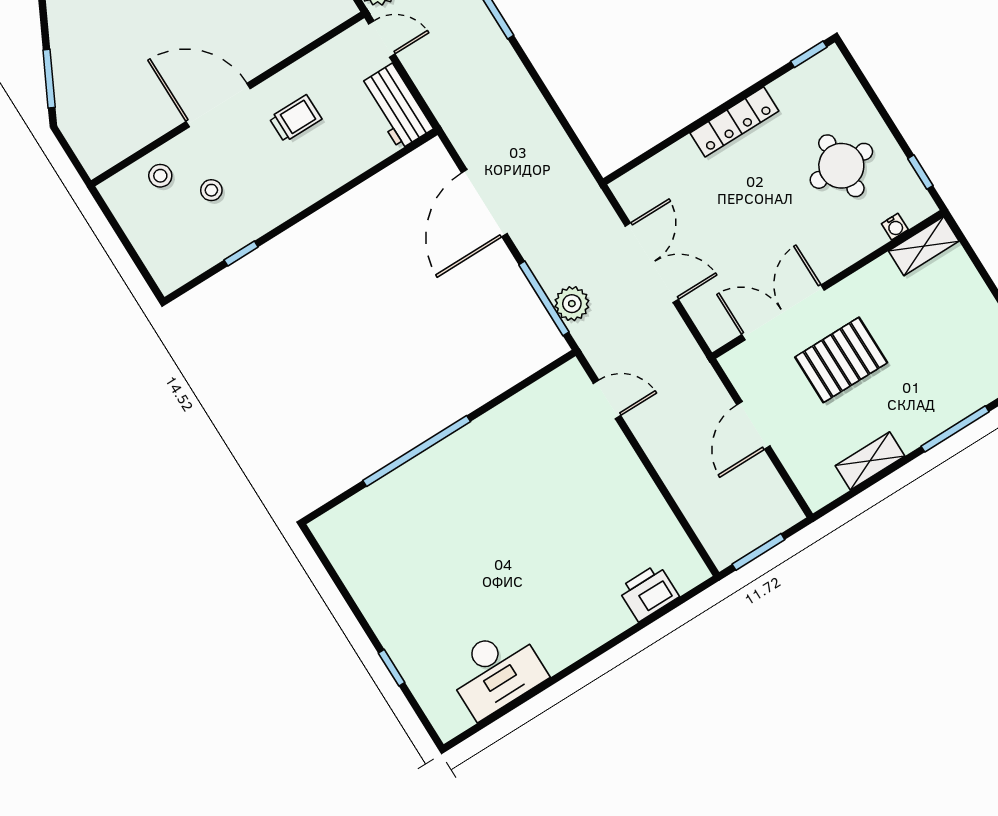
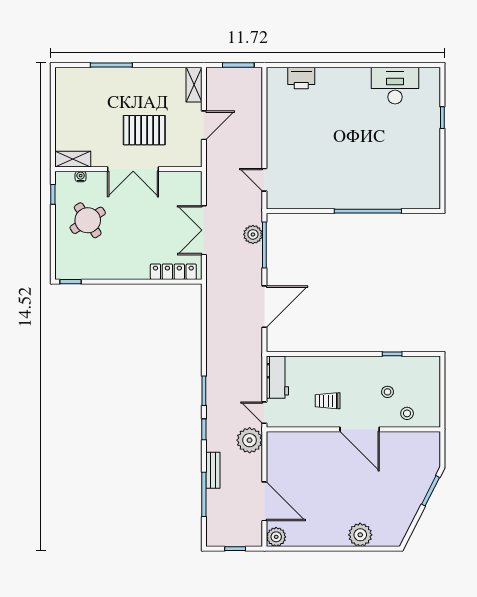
locker: (734, 122) -> (173, 272), moved
round table: (841, 166) -> (88, 220), turned -33
double door: (783, 312) -> (133, 169), moved
shelving: (870, 461) -> (194, 85), moved, turned 90

